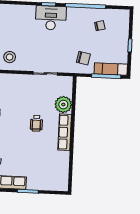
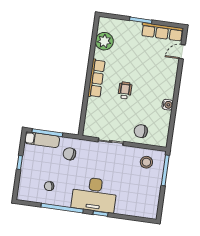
desk: (51, 18) -> (94, 195), width x1.36, depth x1.30
chair: (18, 86) -> (141, 131), added
plant: (63, 105) -> (104, 41), moved

